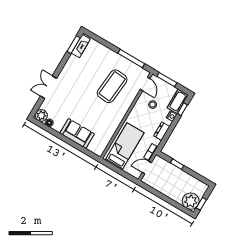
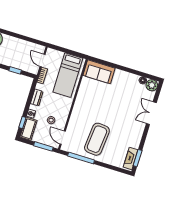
coffee table: (112, 86) -> (97, 139), moved
double door: (49, 87) -> (151, 113), swing flipped
sofa: (77, 133) -> (99, 72), moved
door: (147, 168) -> (42, 61), swing flipped

